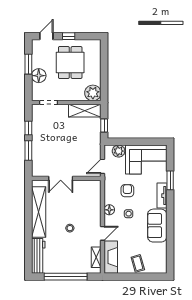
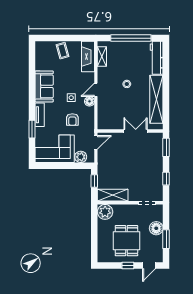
window: (28, 150) -> (166, 147), moved
door: (102, 233) -> (96, 90), moved

